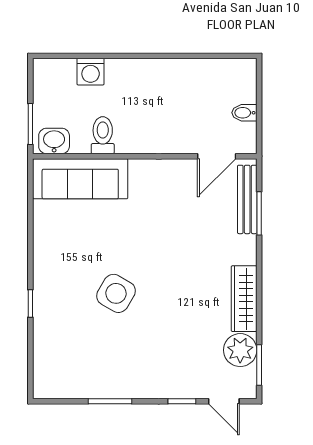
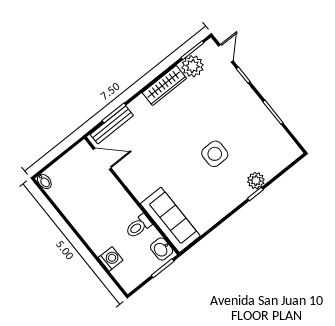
bidet: (244, 113) -> (44, 181), moved
side table: (116, 293) -> (215, 154), turned -30
plant: (46, 317) -> (256, 181), added

